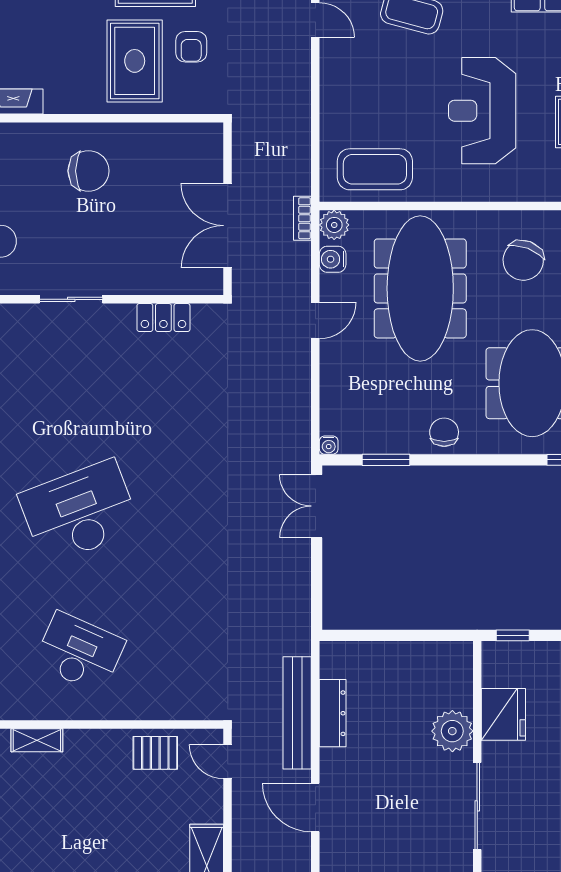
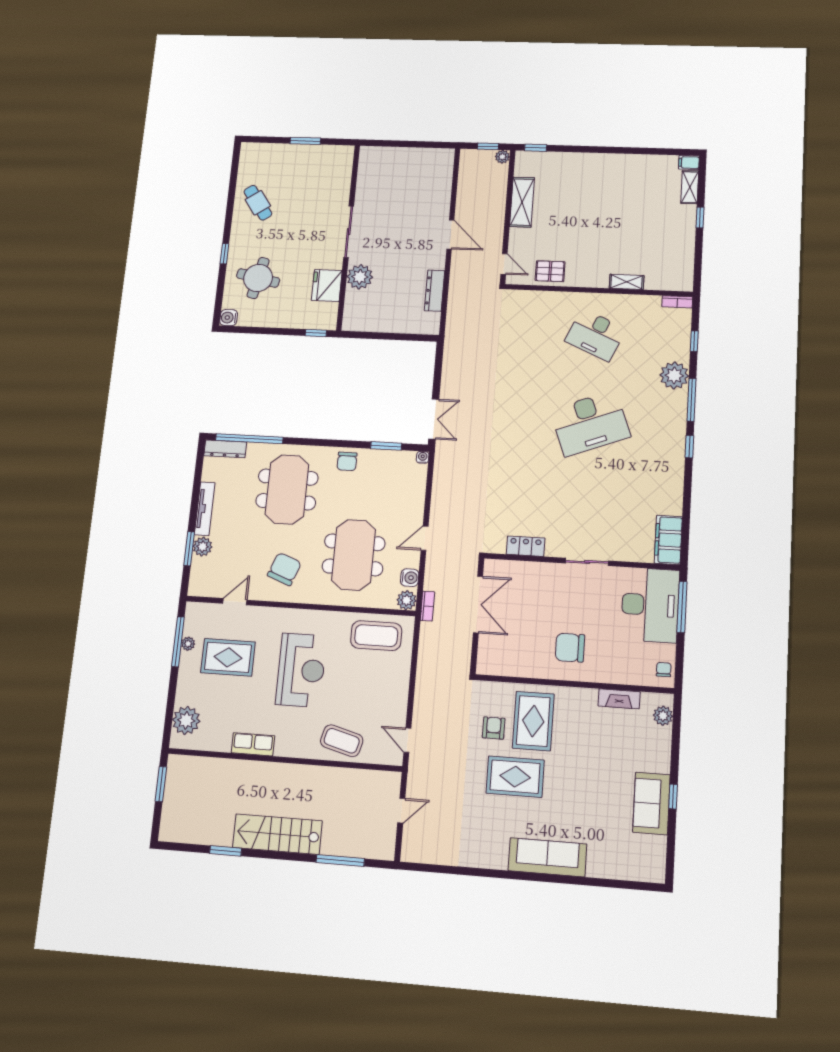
meeting table: (420, 288) -> (354, 555), width x0.73
bench: (297, 713) -> (457, 292), removed

